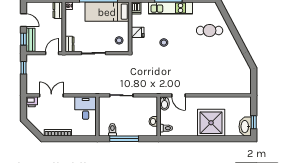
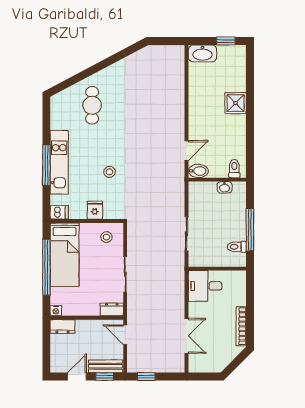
double door: (51, 95) -> (187, 336), swing flipped
printer: (32, 102) -> (196, 364), removed
shower: (211, 123) -> (236, 103), width x0.54, depth x0.54
washbasin: (245, 127) -> (202, 53), moved

